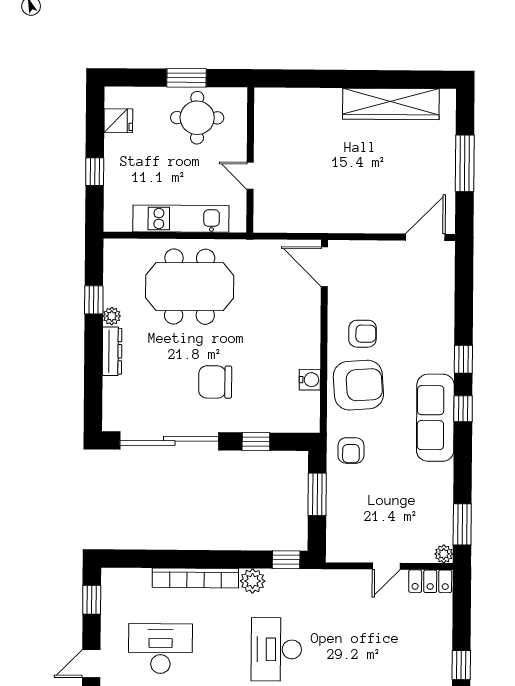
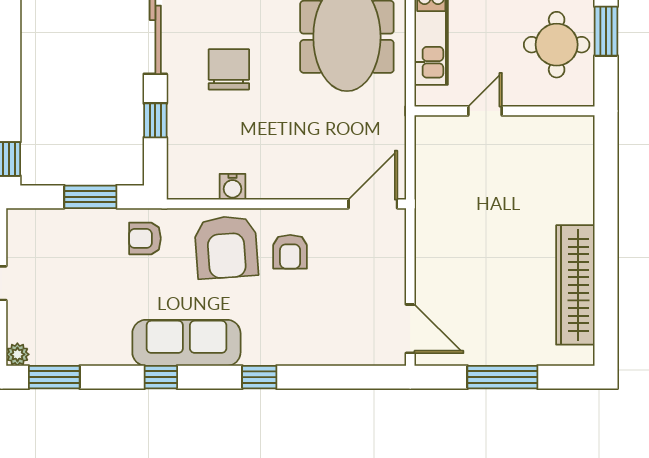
window: (463, 409) -> (161, 377), moved

